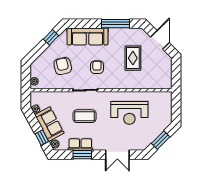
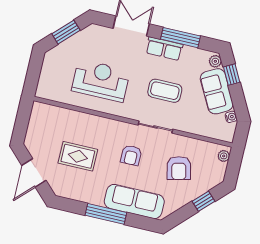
window: (115, 24) -> (106, 214), moved
window: (51, 37) -> (203, 201), moved
rug: (133, 58) -> (78, 156), turned 90
row of seats: (80, 145) -> (164, 49), moved
window: (82, 155) -> (181, 38), width x1.44

